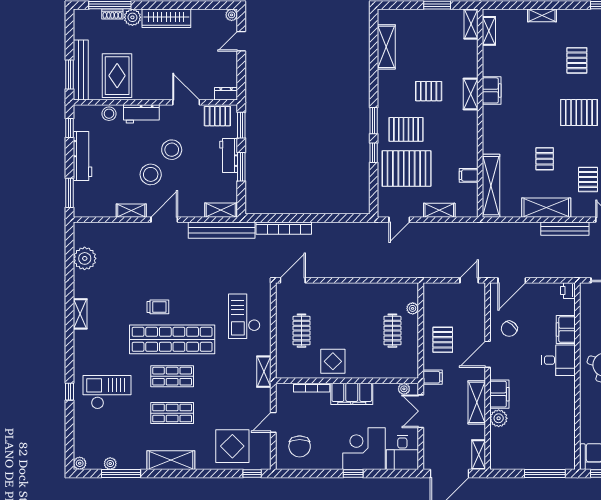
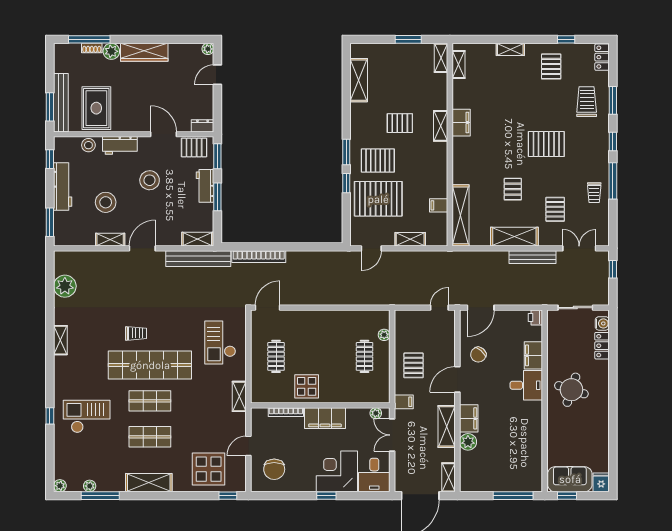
pallet: (577, 60) -> (551, 66), moved
stool: (151, 174) -> (106, 202), moved

